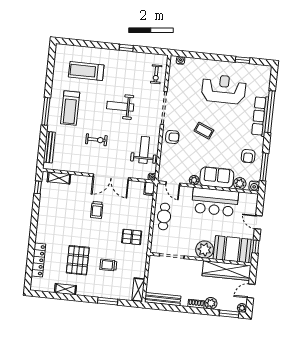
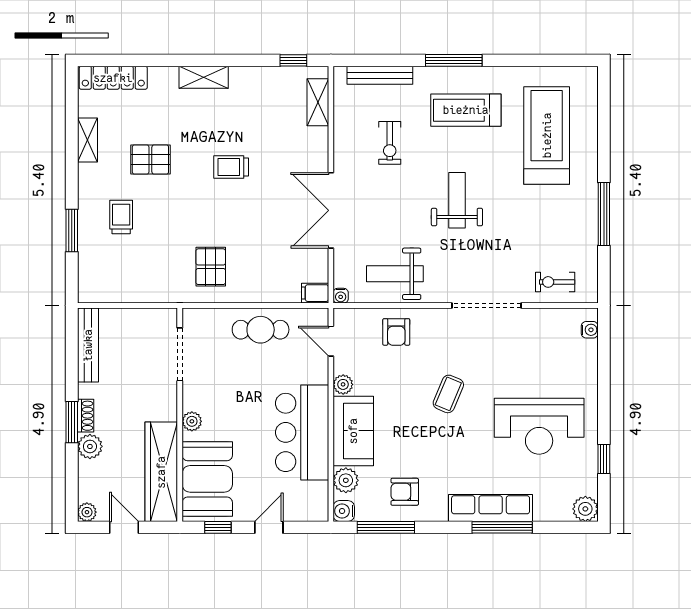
window: (126, 48) -> (604, 214), width x2.17
treadmill: (86, 71) -> (547, 135), width x1.37, depth x1.38
plant: (265, 71) -> (585, 509), added
reception desk: (224, 89) -> (539, 426), turned 90
weight bench: (120, 106) -> (457, 200), moved
window: (270, 112) -> (502, 527), width x0.68
armchair: (172, 137) -> (396, 332), moved
exercise bike: (96, 140) -> (390, 143), moved
weight bench: (144, 150) -> (395, 274), turned 180
door: (173, 184) -> (331, 341), hinge flipped
trolley: (97, 210) -> (231, 167), moved
plant: (205, 250) -> (192, 421), width x0.53, depth x0.53
locker: (39, 260) -> (113, 78), moved
pallet: (78, 260) -> (150, 159), width x0.67, depth x0.71
trolley: (108, 265) -> (121, 217), moved
shelving: (138, 290) -> (204, 77), moved
window: (229, 314) -> (72, 422), moved

